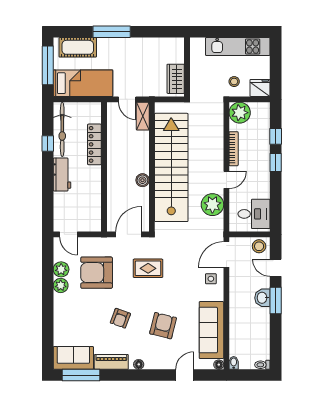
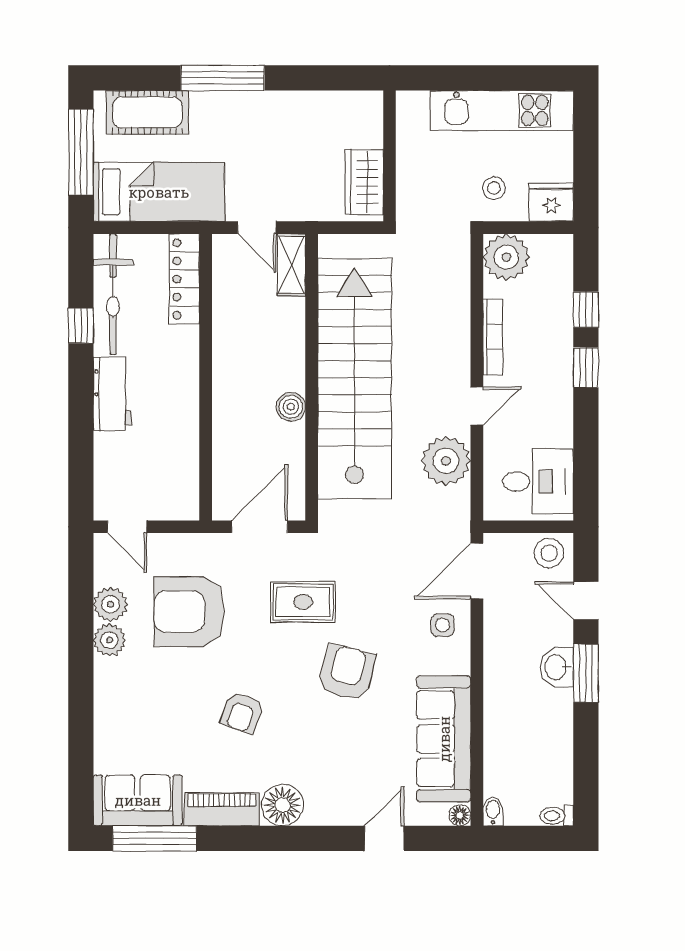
locker: (94, 144) -> (184, 279), moved
armchair: (163, 326) -> (347, 672), moved
floor lamp: (139, 364) -> (283, 805), width x1.89, depth x1.89

